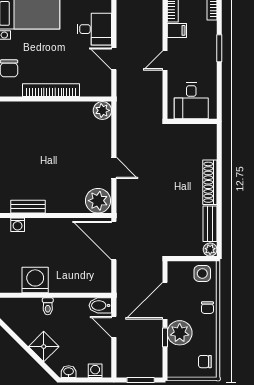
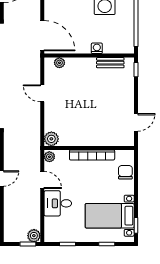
plant: (105, 88) -> (49, 157), added
plant: (98, 201) -> (59, 63), width x0.53, depth x0.53
washing machine: (18, 225) -> (97, 48), moved

